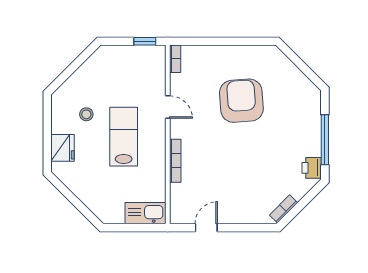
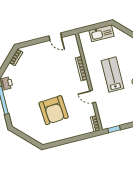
lab bench: (124, 137) -> (112, 75), turned 180
kitchen sink: (146, 213) -> (101, 33), moved
door: (206, 228) -> (55, 37), hinge flipped

